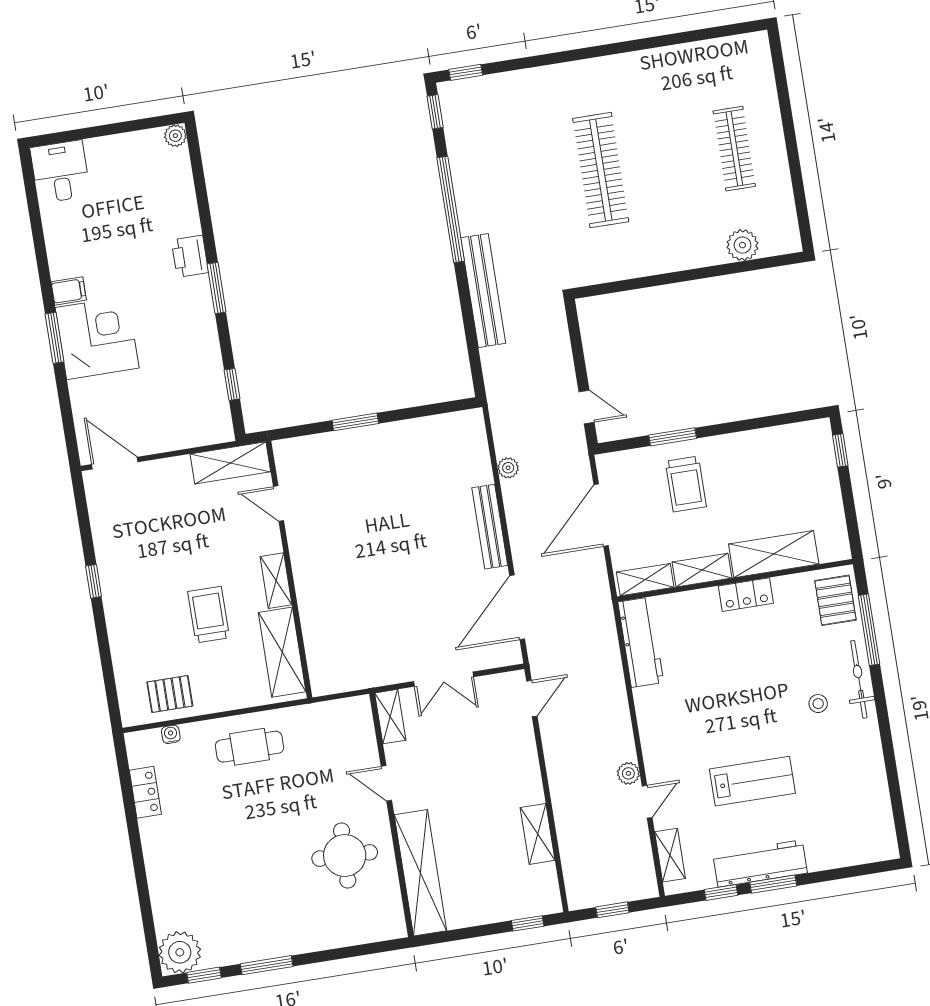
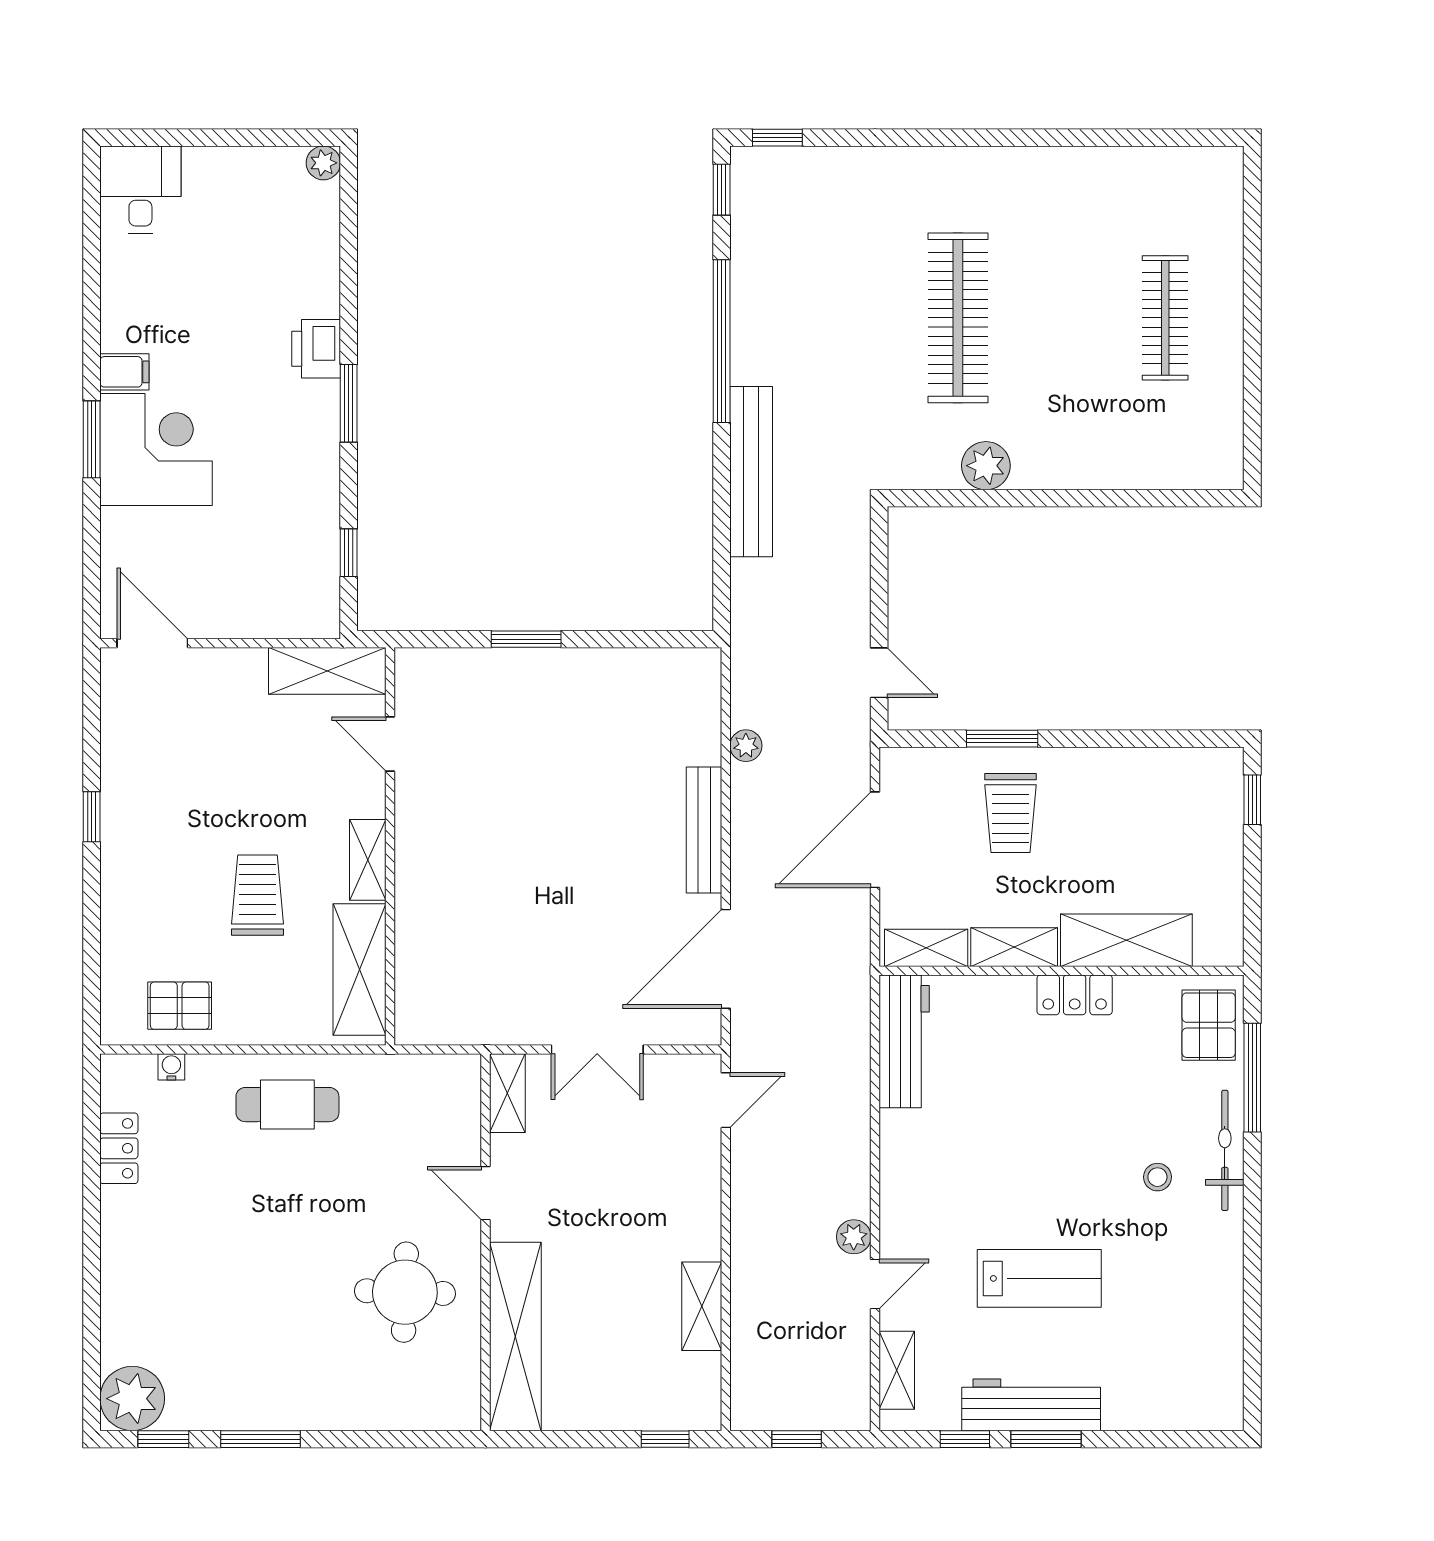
plant: (742, 245) -> (986, 466), moved

